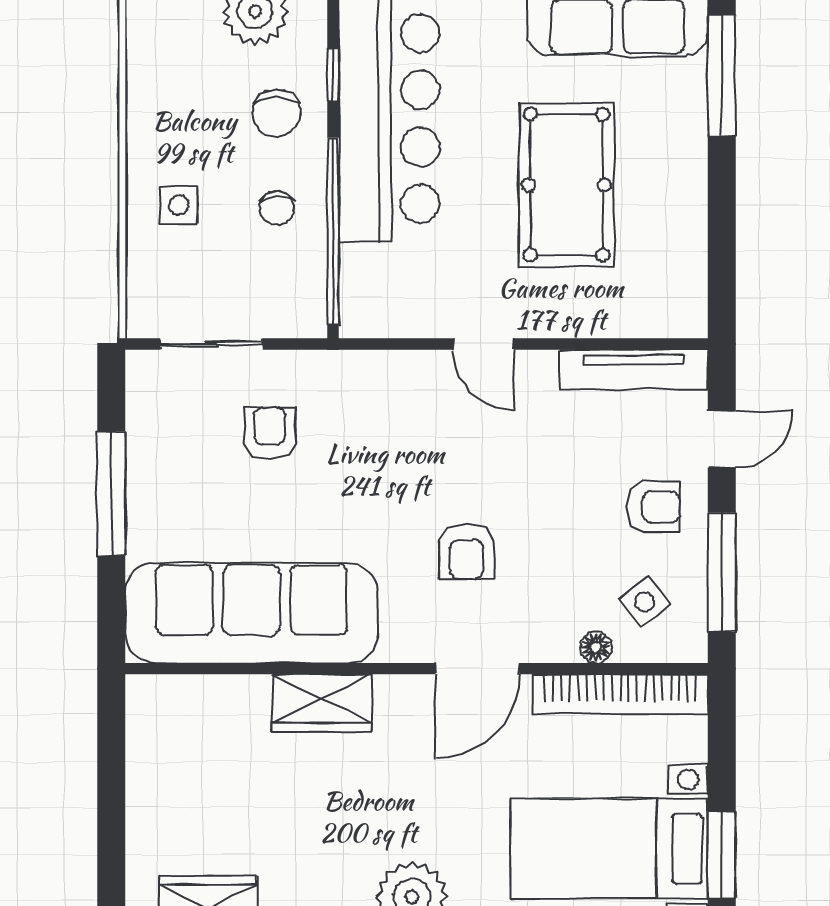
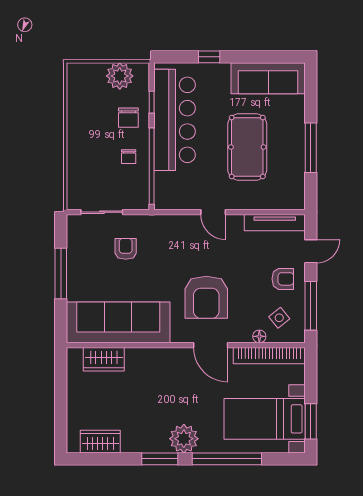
window: (722, 75) -> (311, 148), moved
side table: (179, 205) -> (88, 155), removed
armchair: (466, 552) -> (206, 297), width x1.88, depth x1.88
door: (477, 669) -> (211, 345), hinge flipped
wardrobe: (322, 703) -> (104, 359), moved

